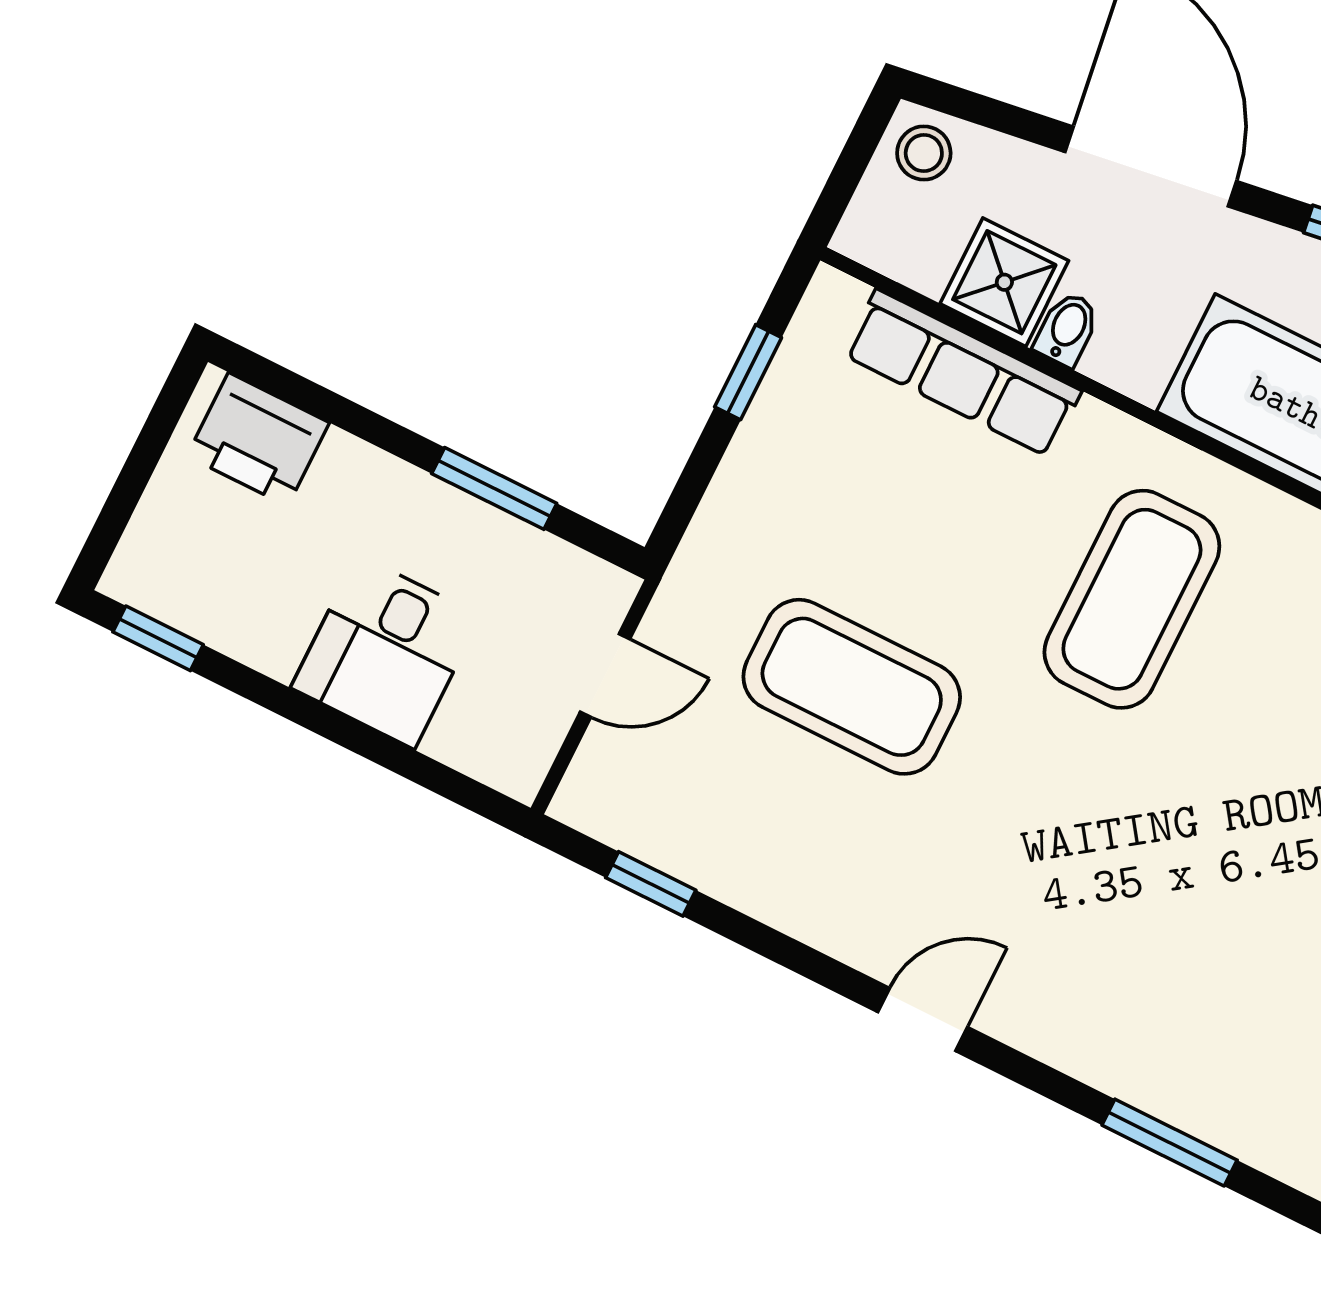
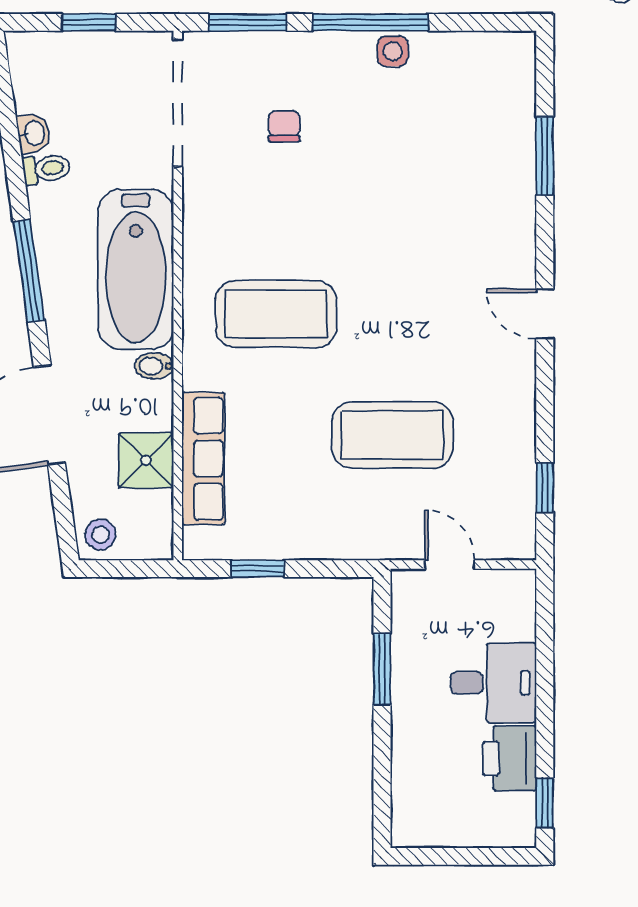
bidet: (1067, 329) -> (154, 366), moved
printer: (258, 439) -> (510, 758), moved, turned 180
coffee table: (852, 687) -> (392, 435), turned 90

